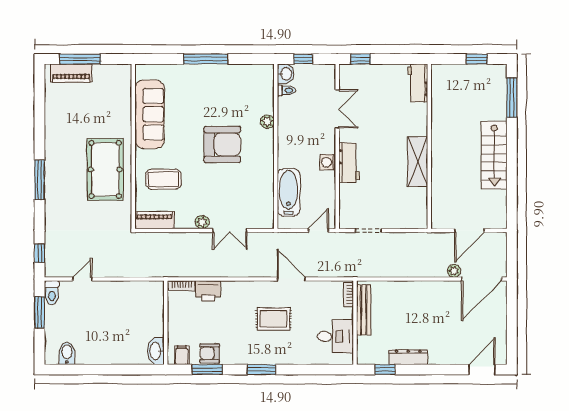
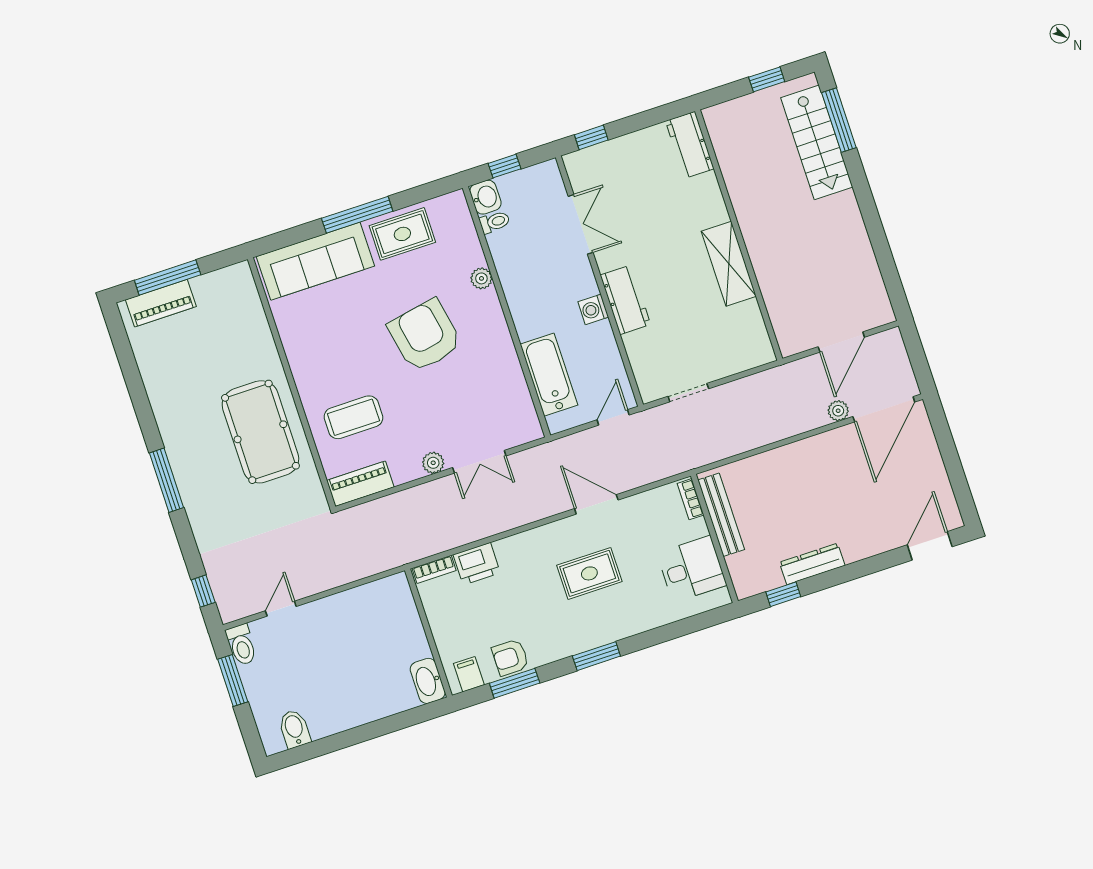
rug: (229, 79) -> (402, 234), added
sofa: (150, 114) -> (315, 261), moved, turned 90
armchair: (222, 144) -> (425, 336), turned -101
stairs: (494, 155) -> (817, 142), moved

